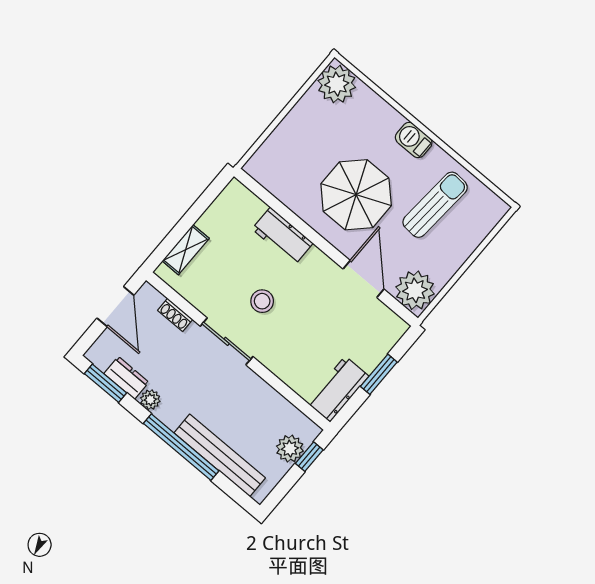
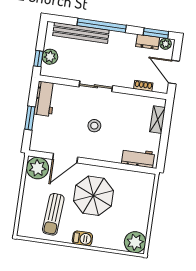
workbench: (283, 236) -> (138, 158), moved
door: (363, 279) -> (65, 158), hinge flipped
stool: (262, 301) -> (94, 126), moved
sliding door: (227, 341) -> (96, 86), moved
plant: (150, 400) -> (166, 44), moved

